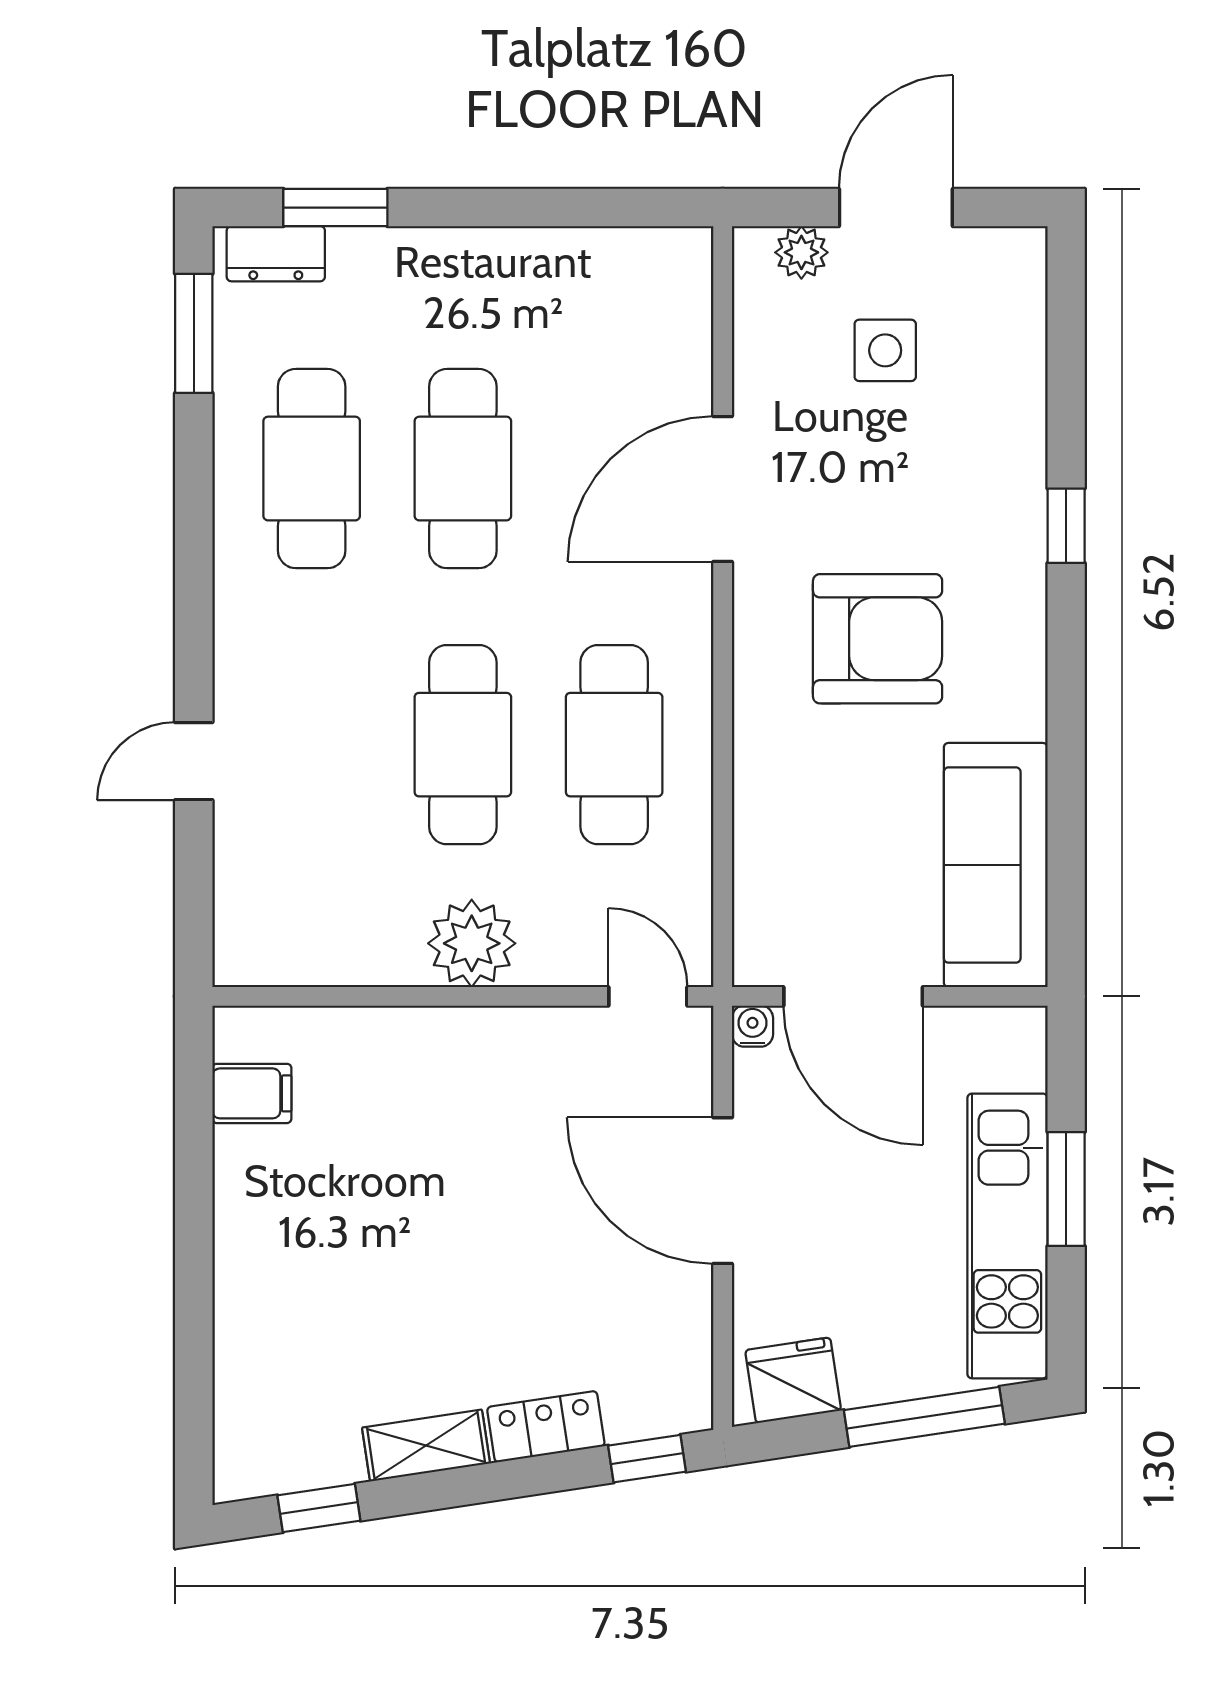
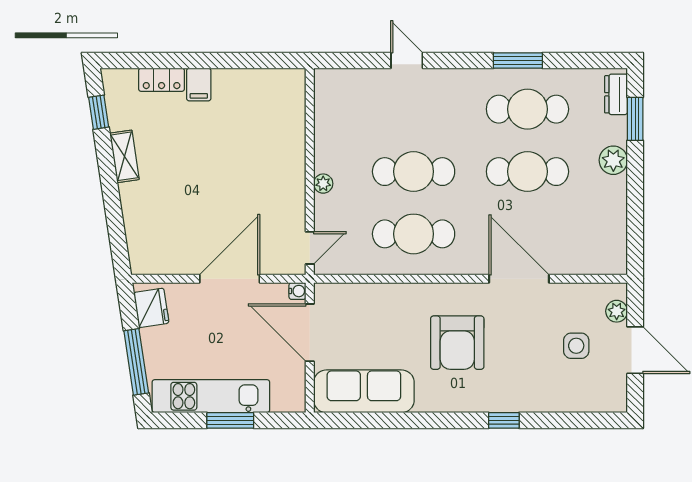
plant: (436, 260) -> (613, 160), added
window: (194, 333) -> (518, 61), moved
plant: (472, 943) -> (323, 184), width x0.53, depth x0.53
door: (853, 996) -> (310, 333), hinge flipped
filing cabinet: (252, 1093) -> (199, 84), moved
locker: (546, 1427) -> (162, 80), moved, turned 99
window: (647, 1459) -> (119, 247), removed

